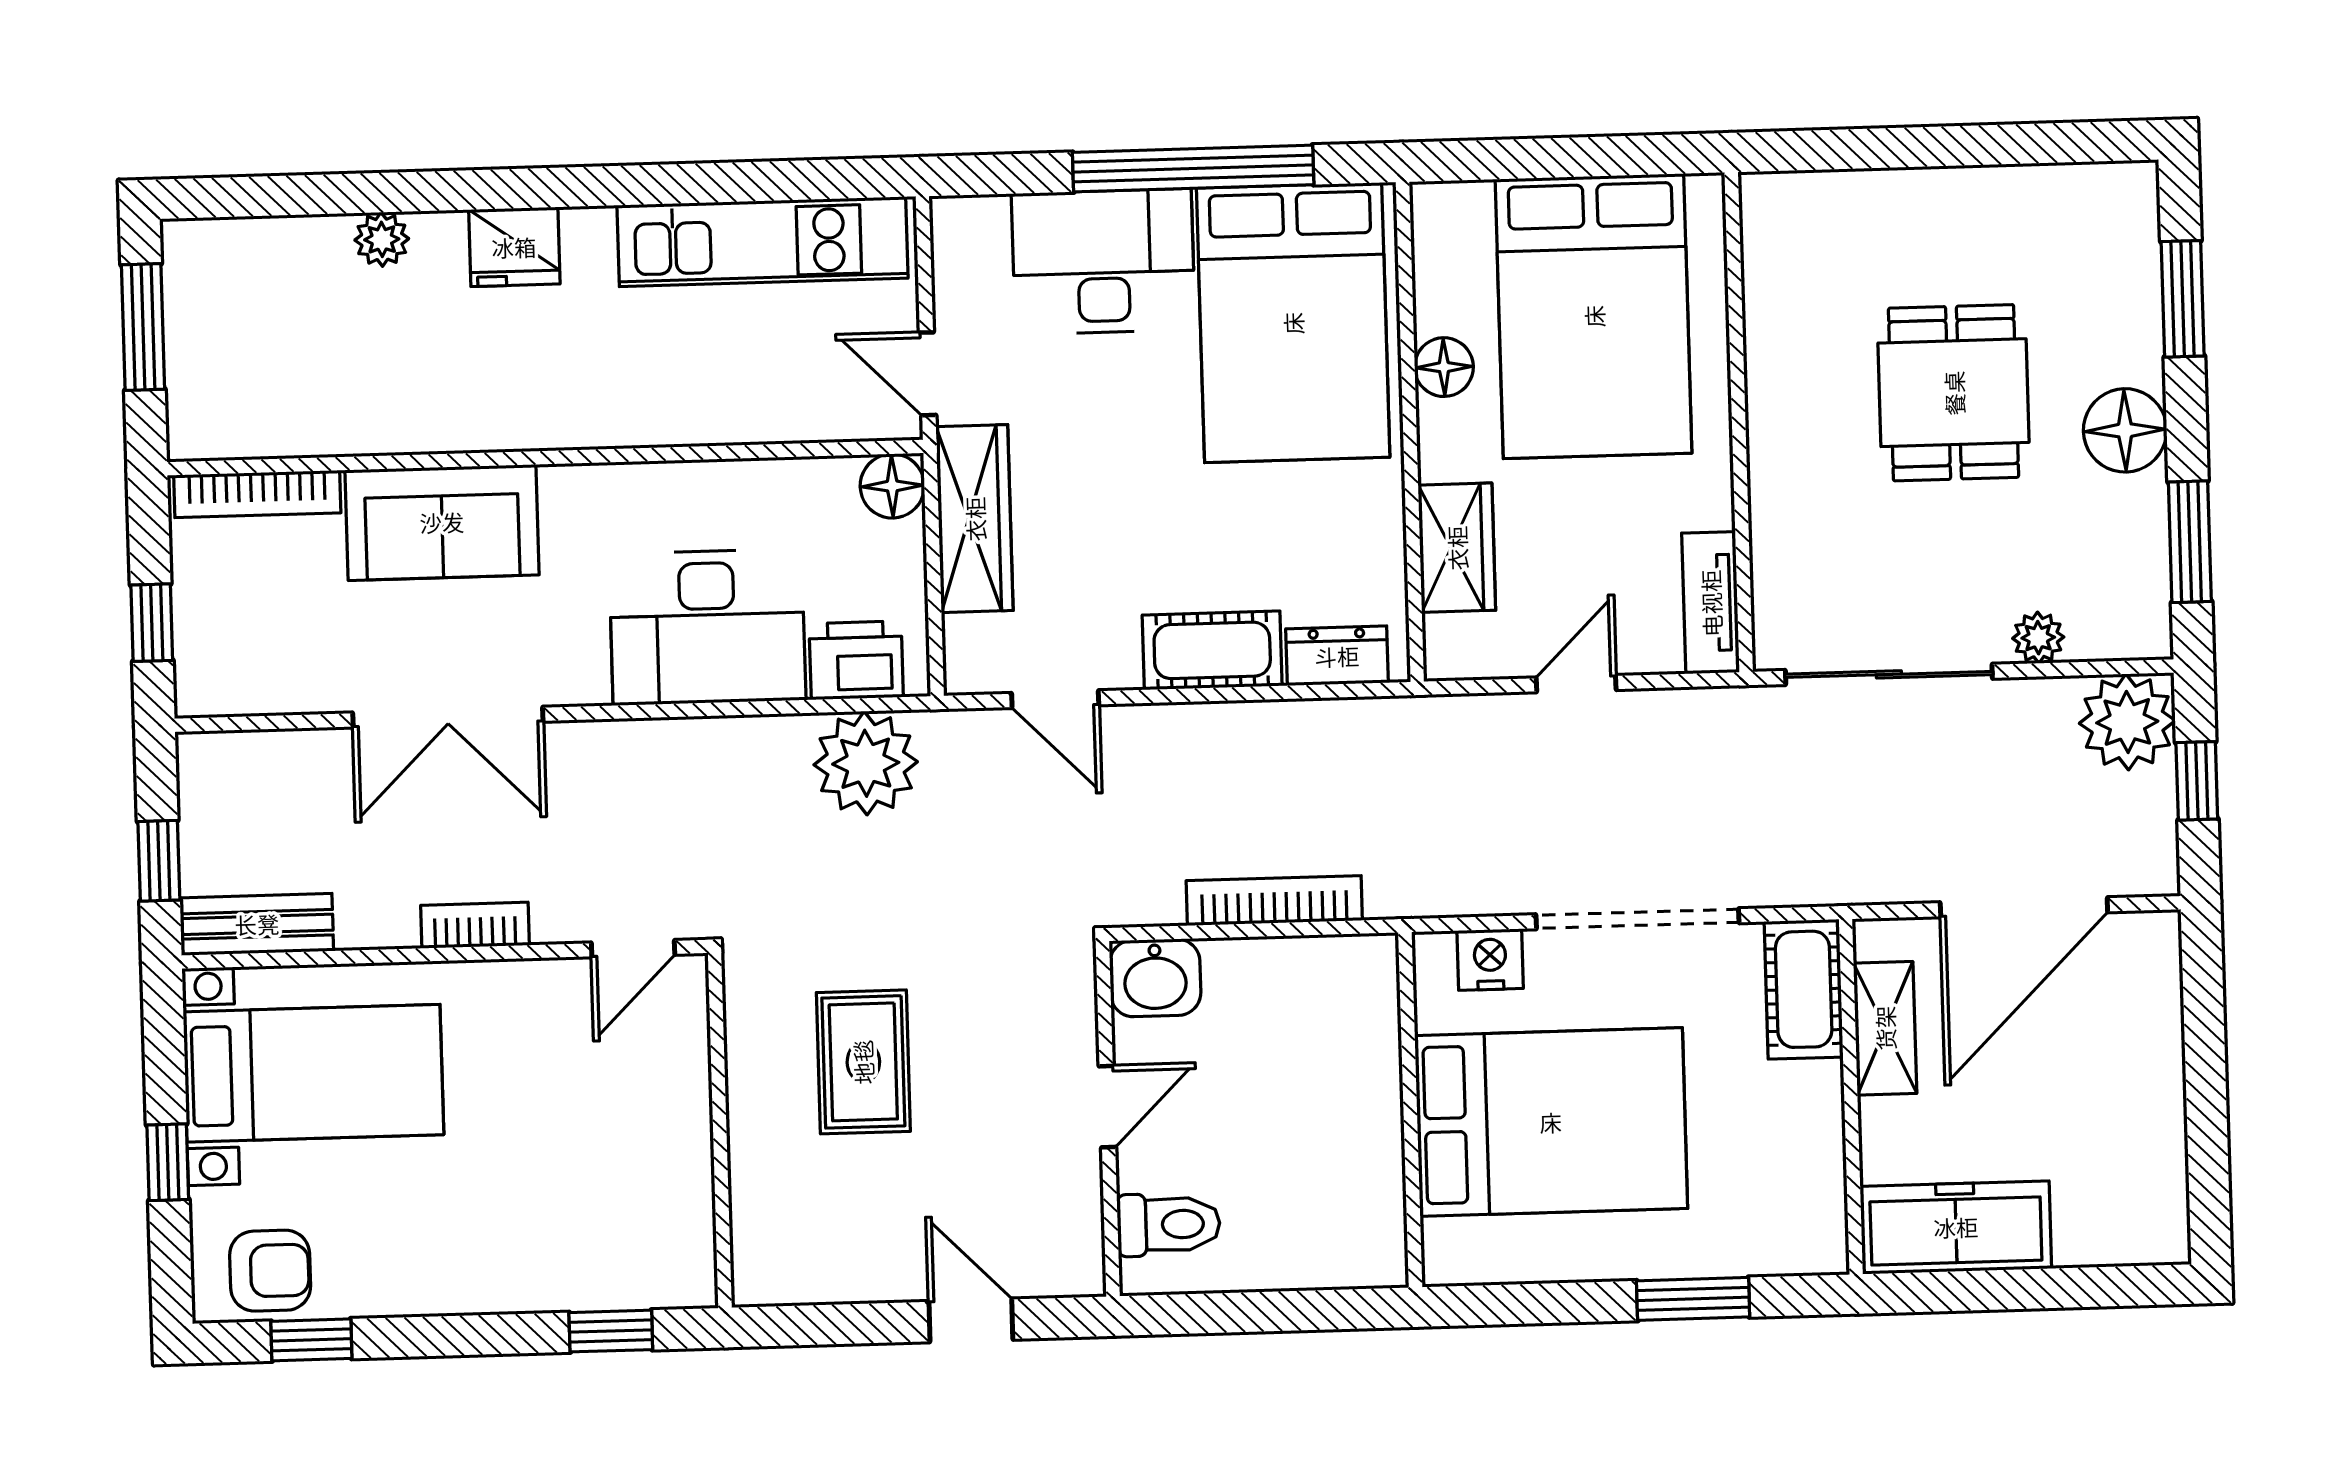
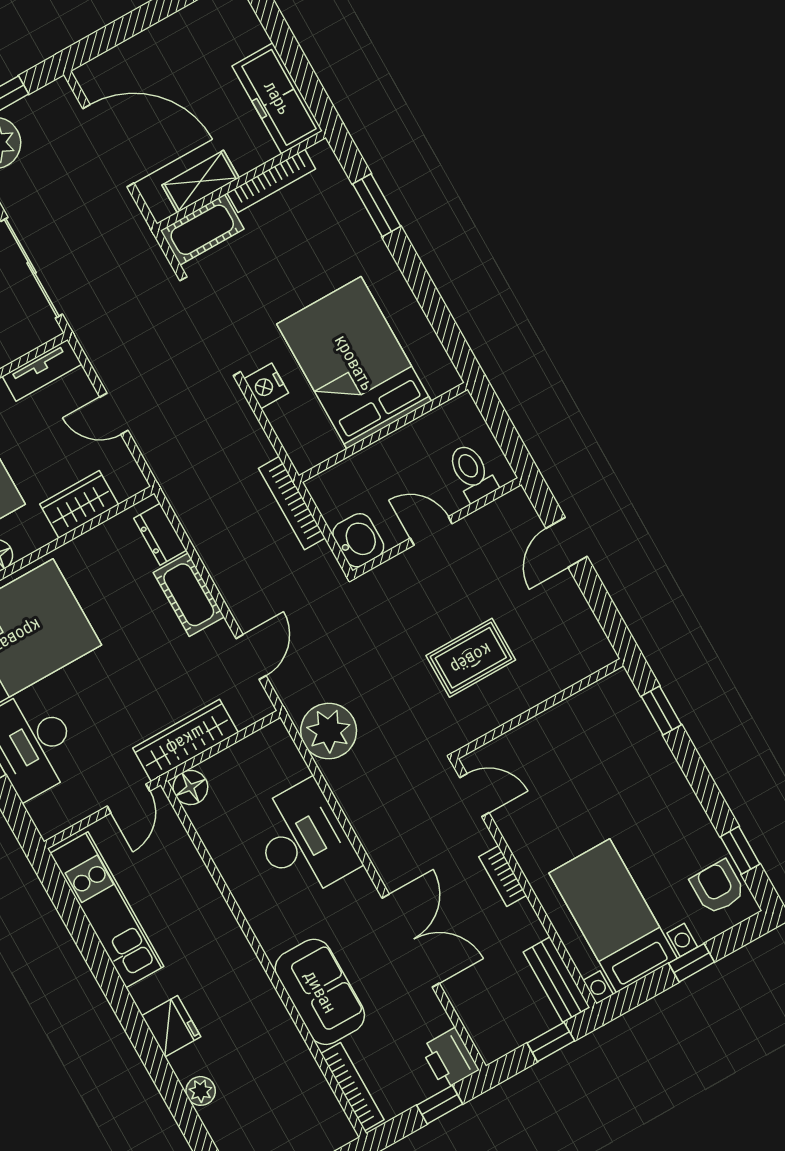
printer: (856, 660) -> (450, 1059), moved
wall: (1410, 1110) -> (383, 432), moved
bed: (1551, 1122) -> (354, 363), moved
bookcase: (1824, 1146) -> (271, 181), added

